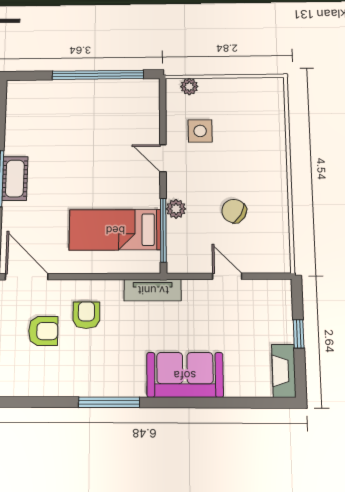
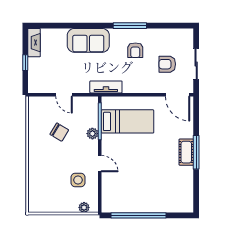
armchair: (86, 315) -> (135, 50), moved

